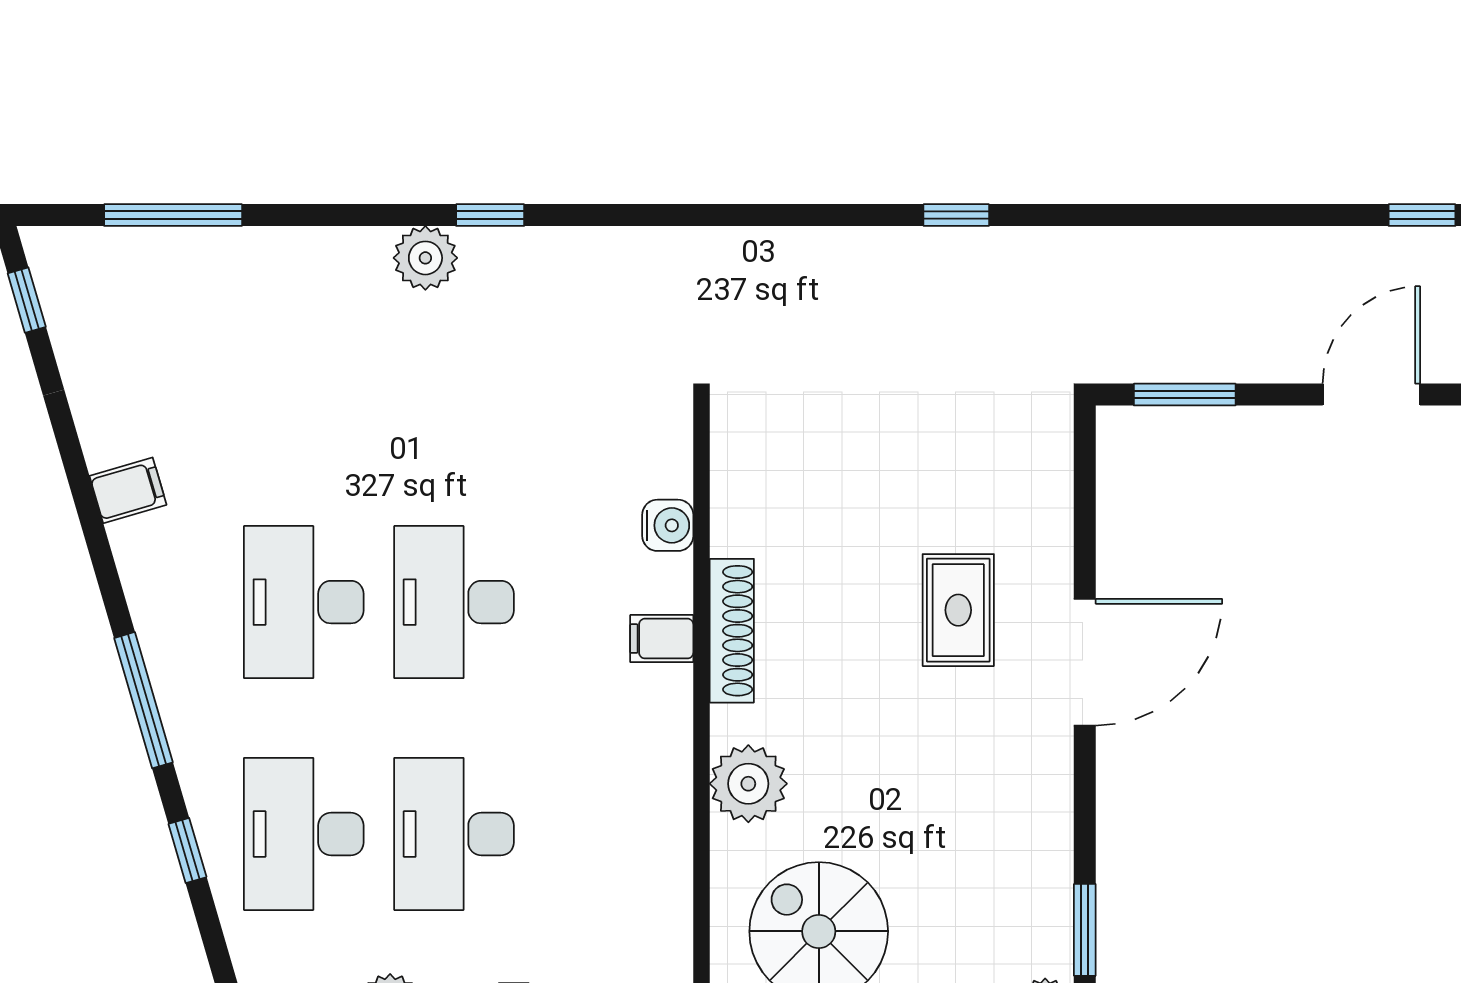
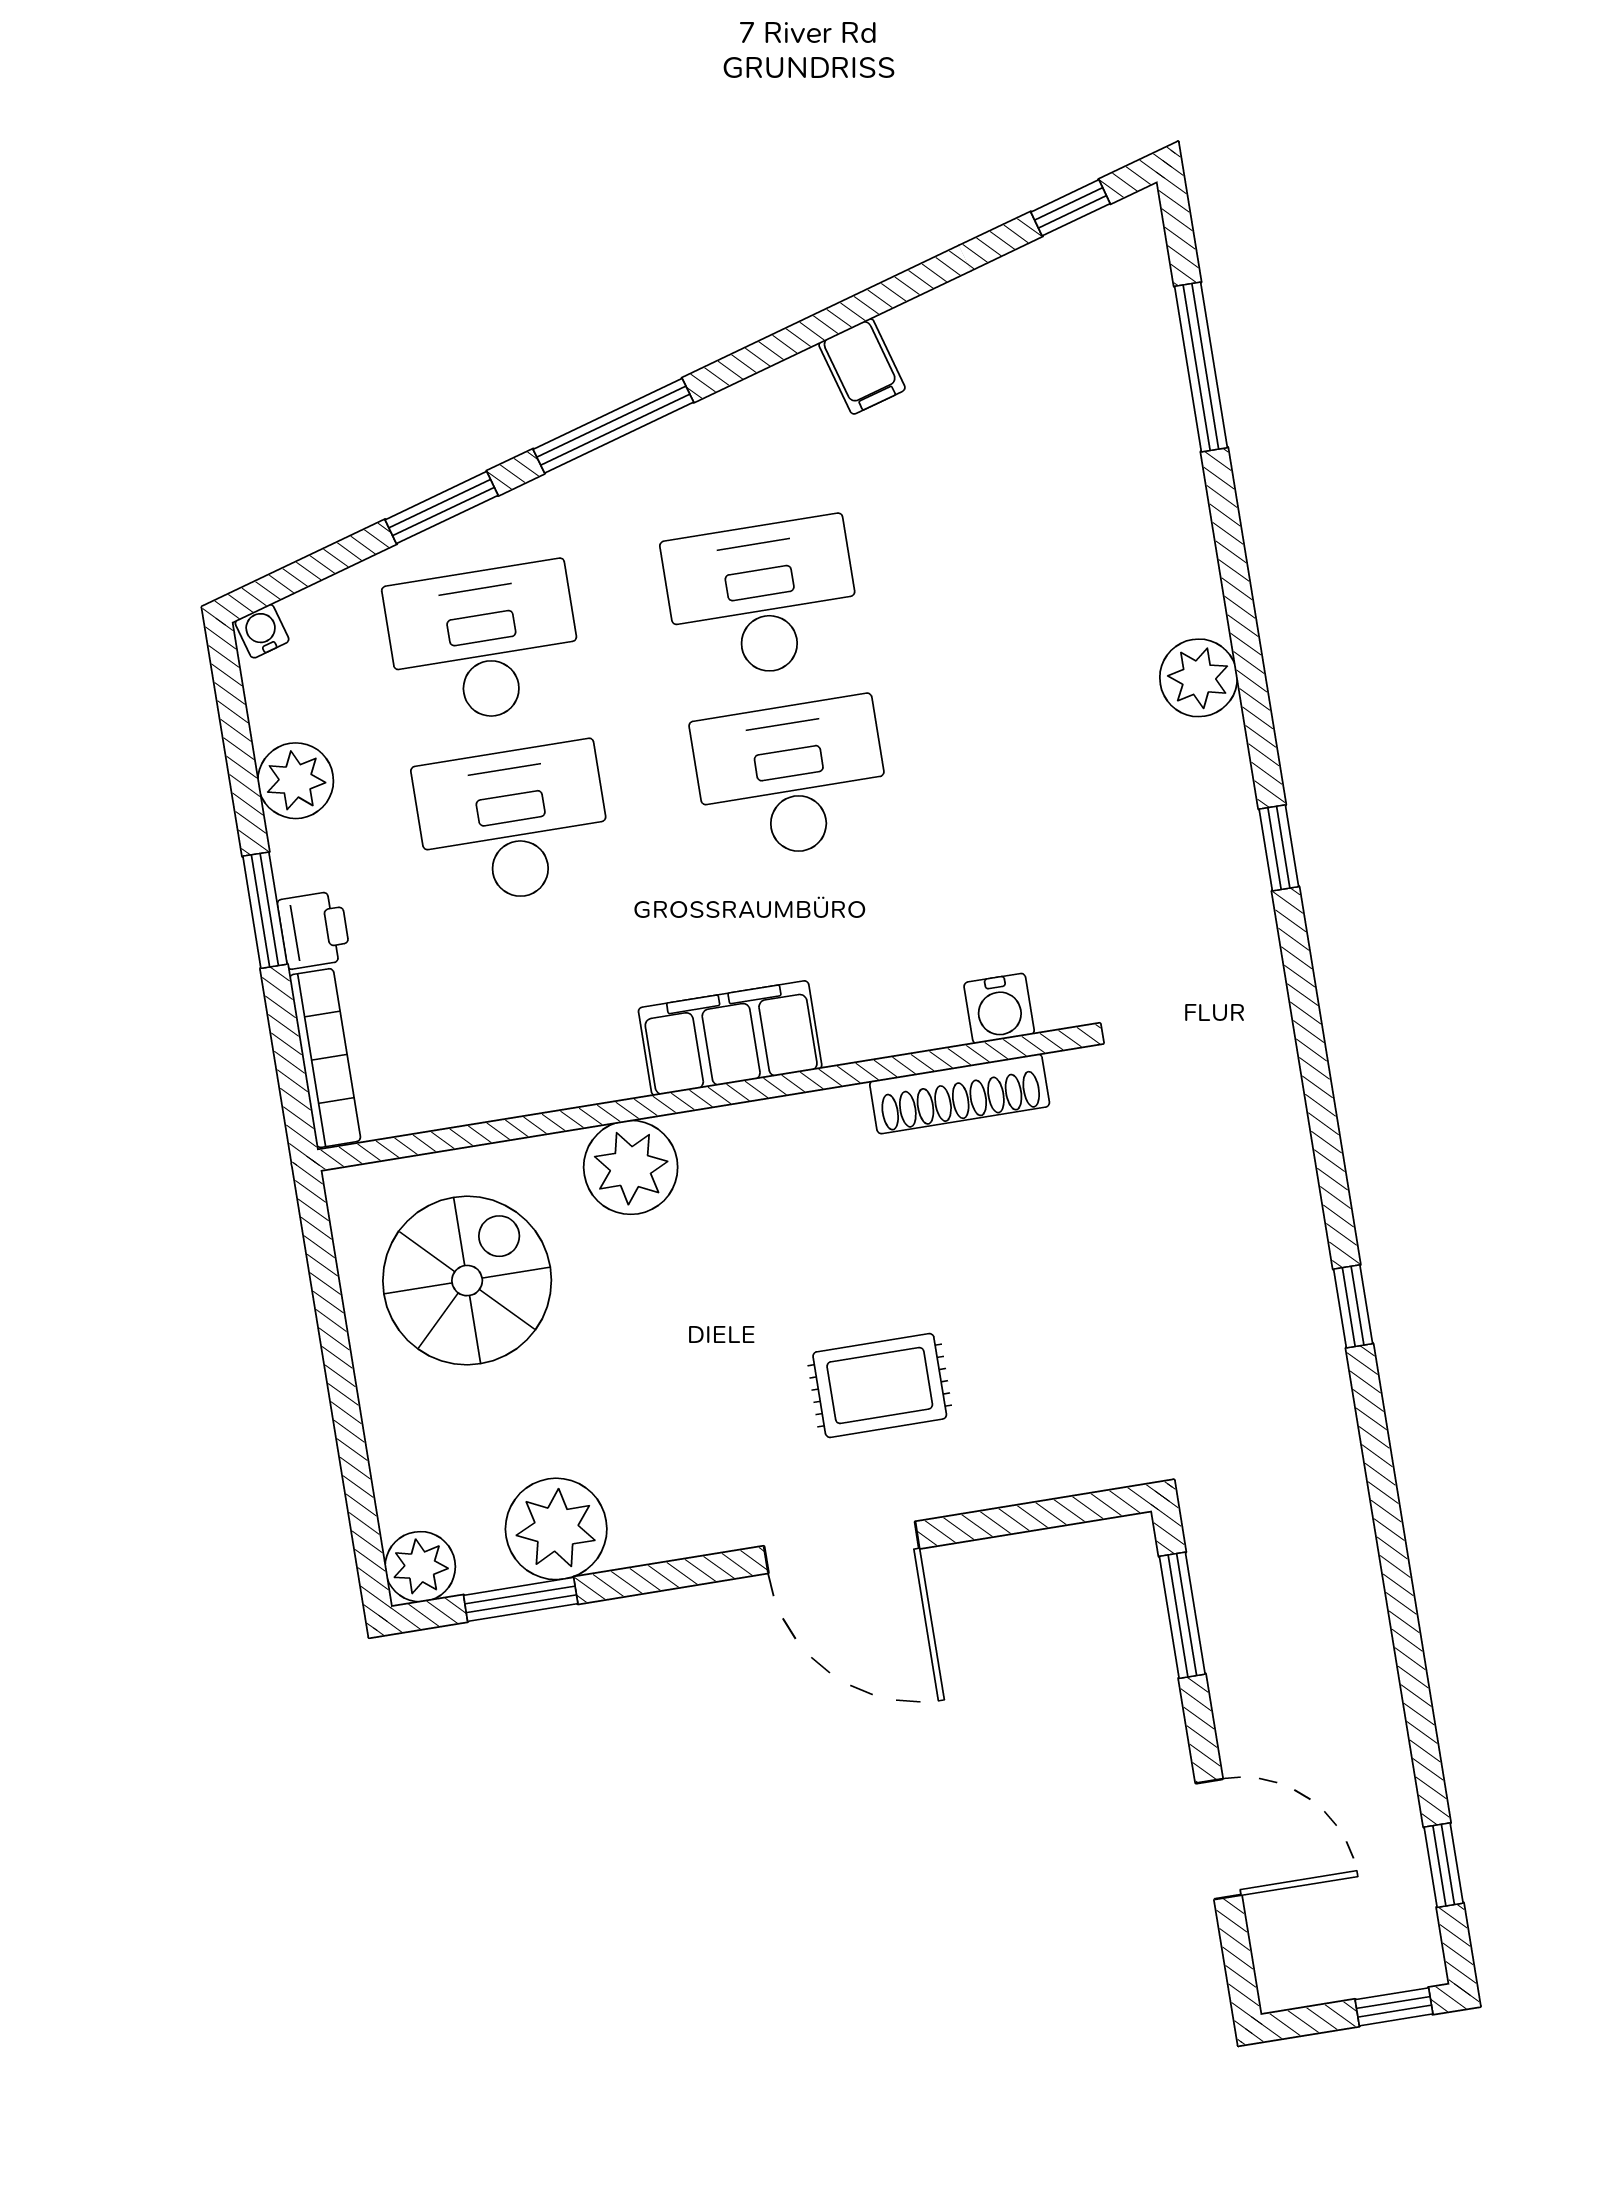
window: (490, 215) -> (1279, 848), moved
water cooler: (668, 525) -> (999, 1008), moved
shoe rack: (732, 631) -> (960, 1094), moved
filing cabinet: (662, 639) -> (730, 1038), width x3.00, depth x1.17
window: (187, 850) -> (442, 508), width x1.50
plant: (1032, 892) -> (556, 1529), added

